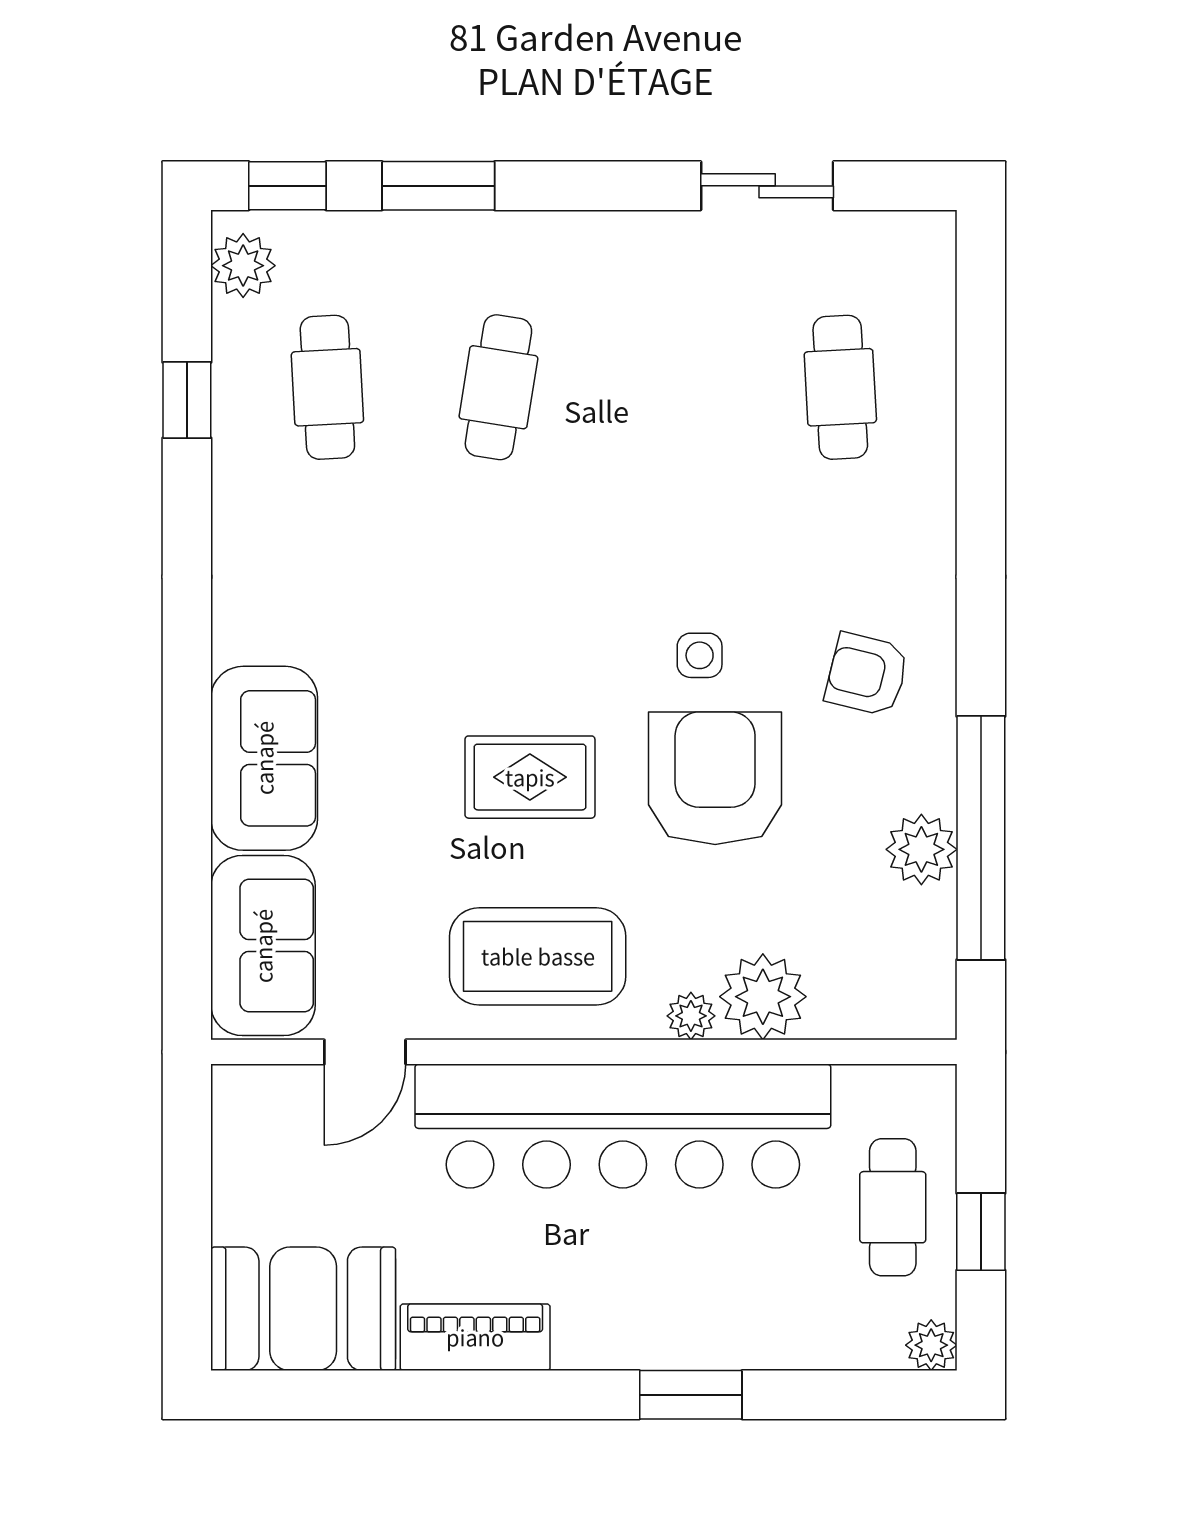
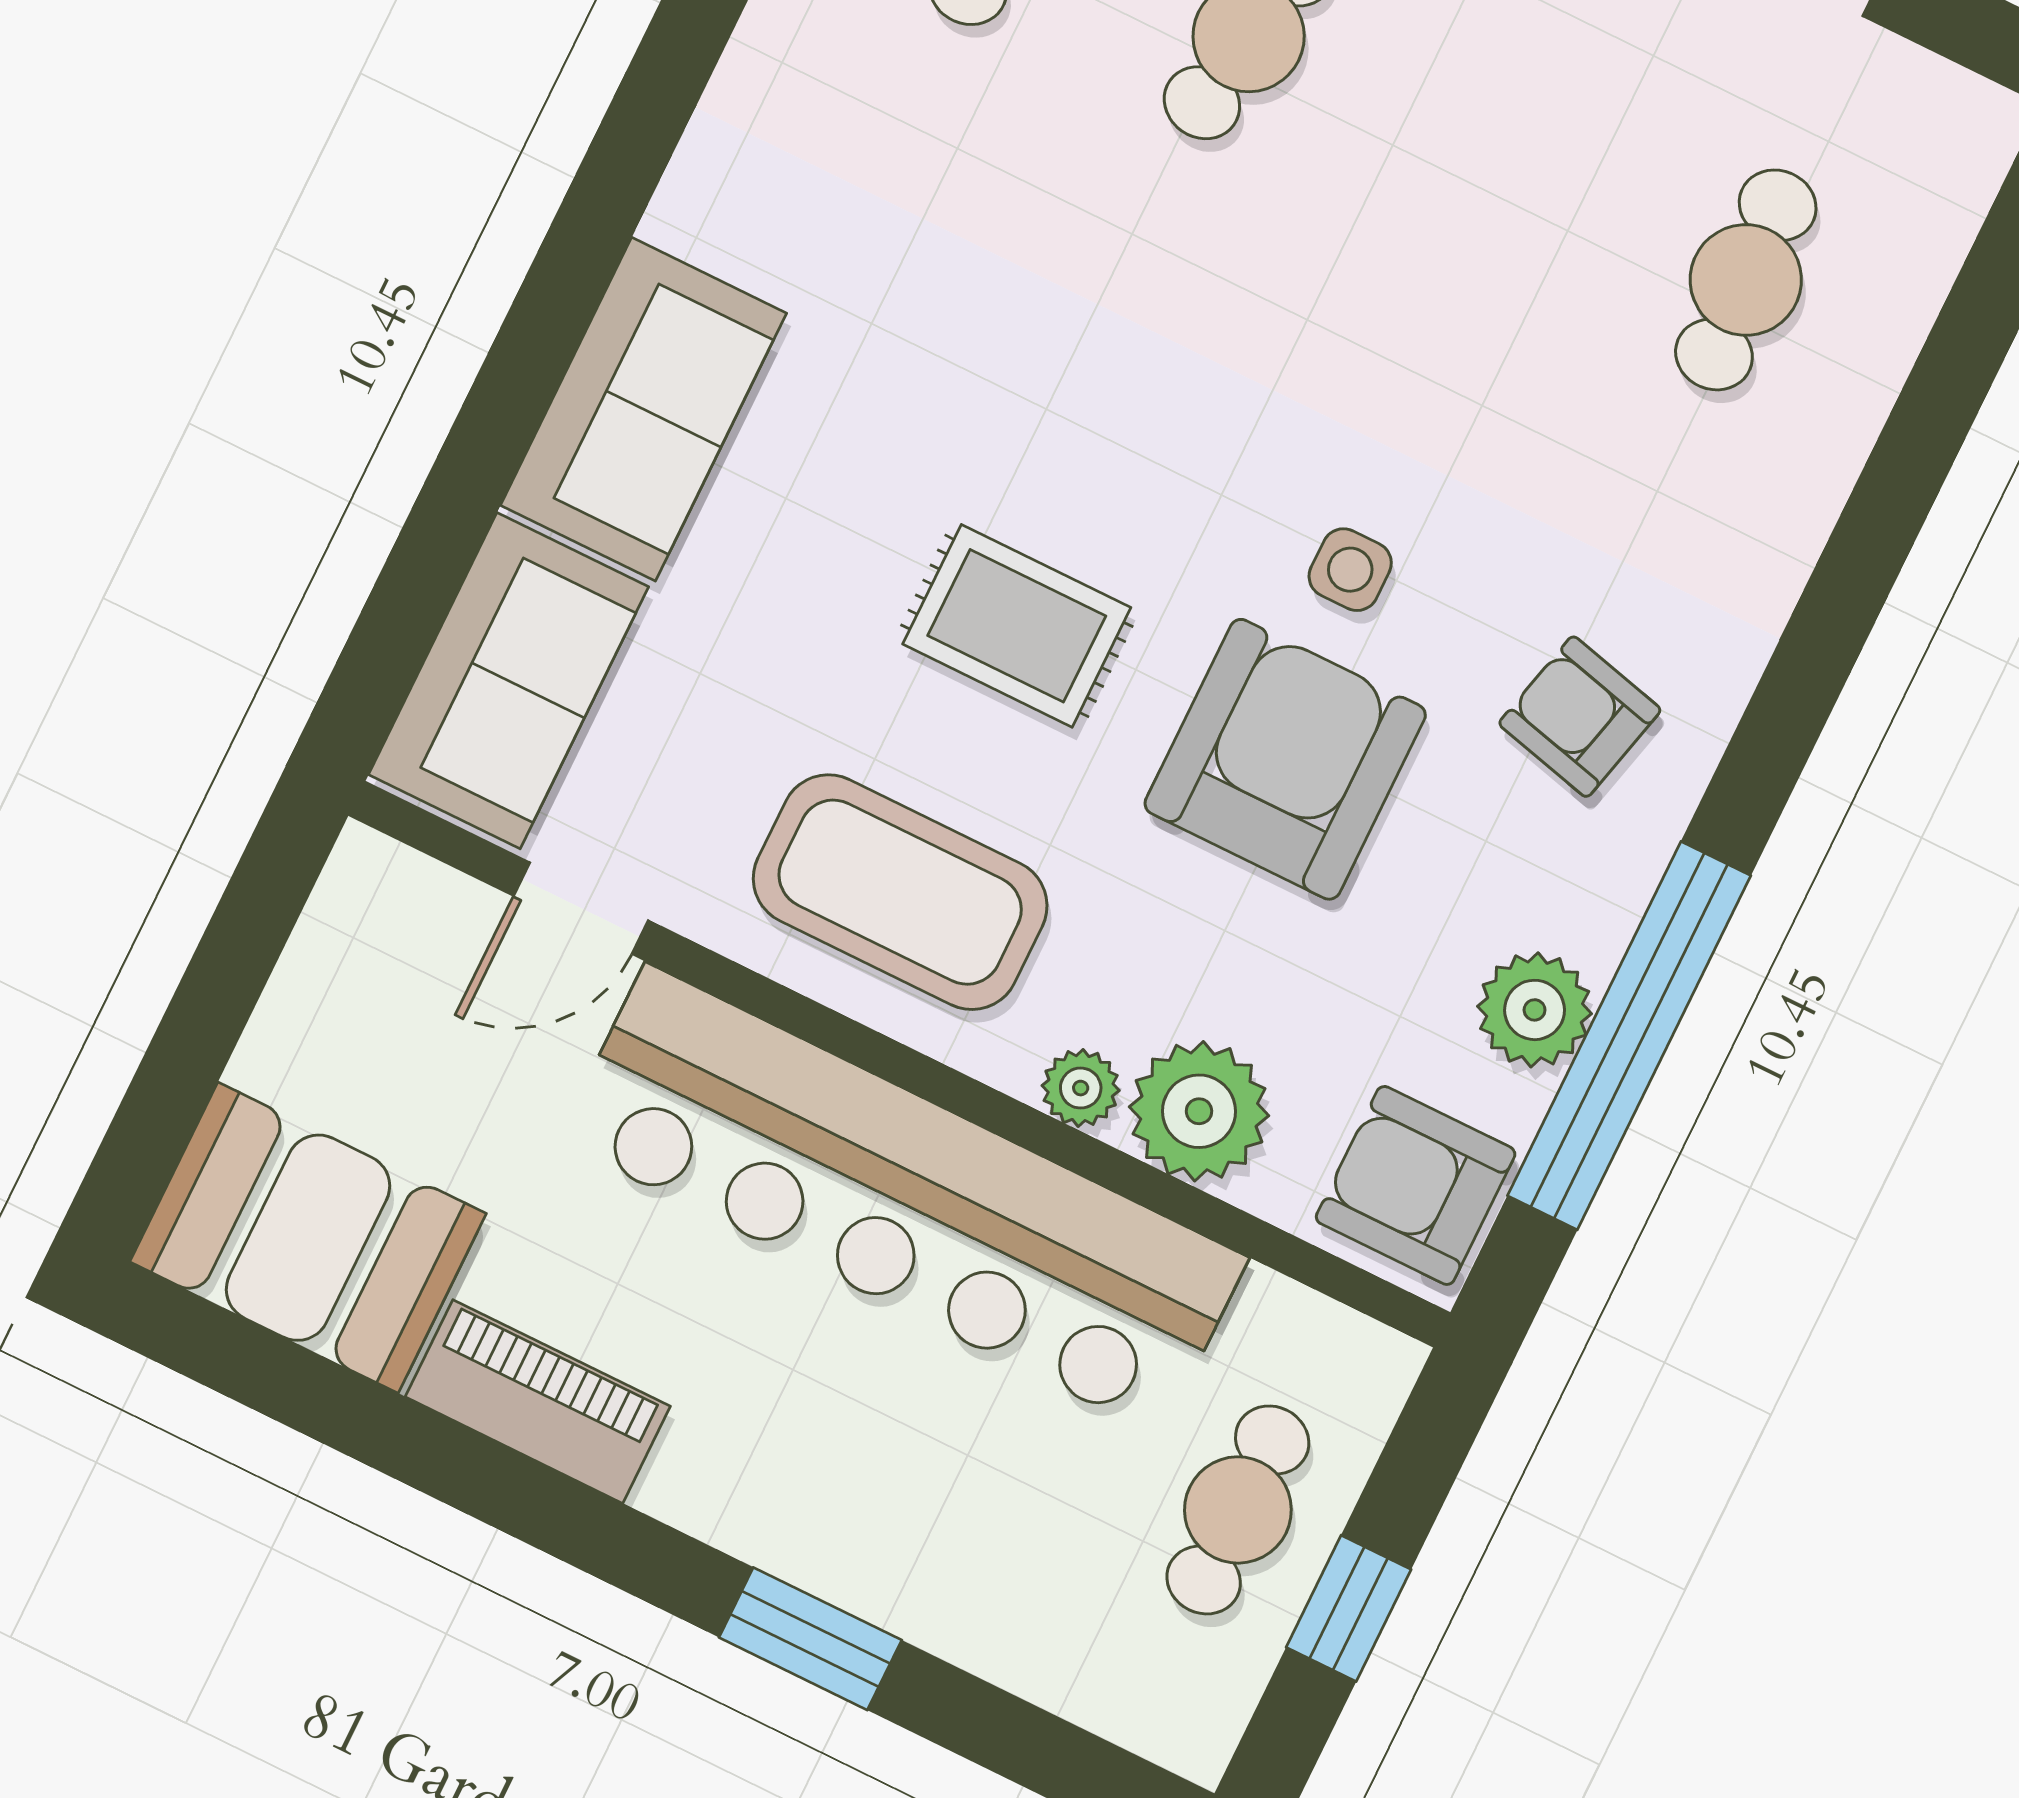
armchair: (903, 979) -> (1416, 1185), added
plant: (931, 1345) -> (1196, 1738), removed

